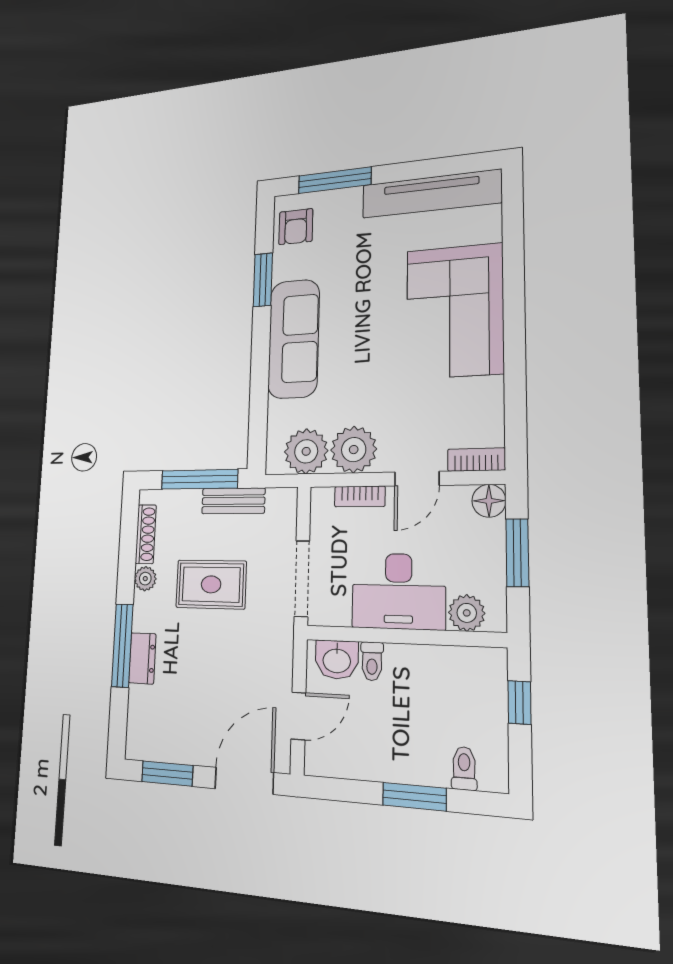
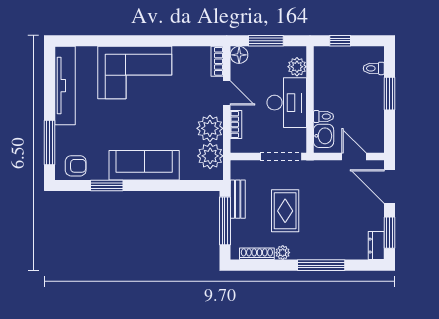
dresser: (142, 658) -> (376, 246), moved, turned -90

